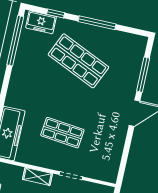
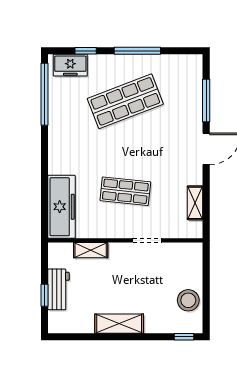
shop shelf: (78, 61) -> (125, 101), turned -45
shelving: (116, 154) -> (195, 203), added
shelving: (37, 176) -> (91, 250), moved

